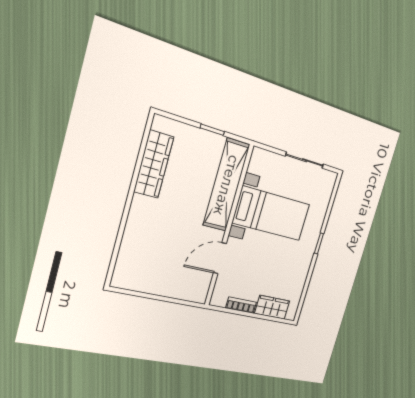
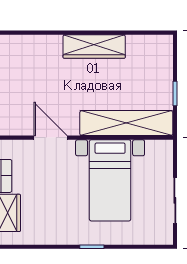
wardrobe: (154, 164) -> (94, 47), moved

